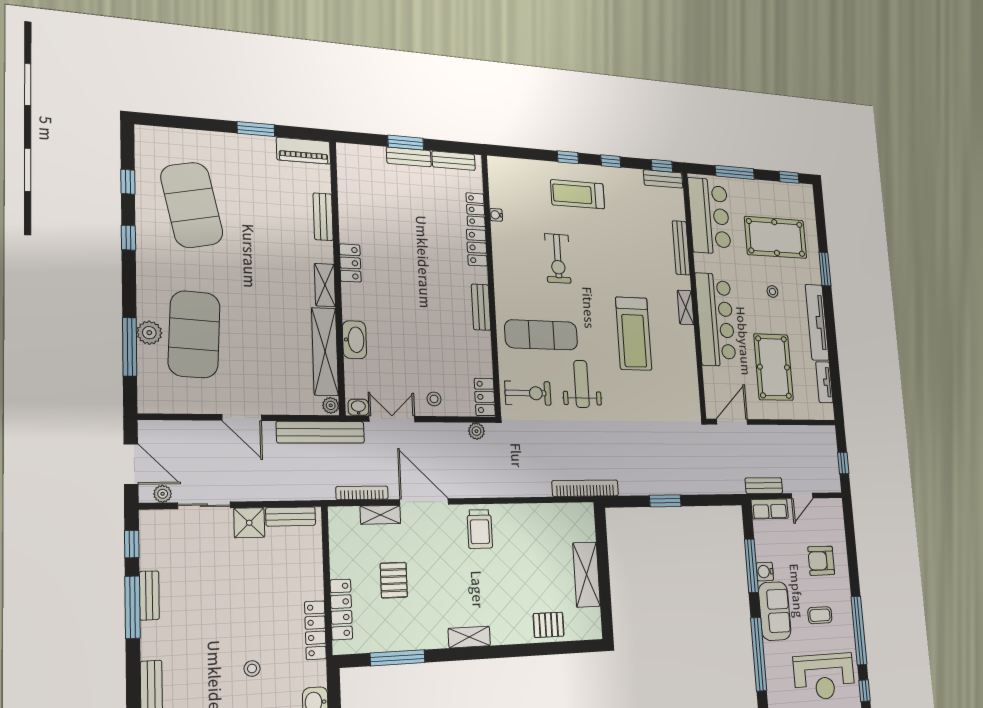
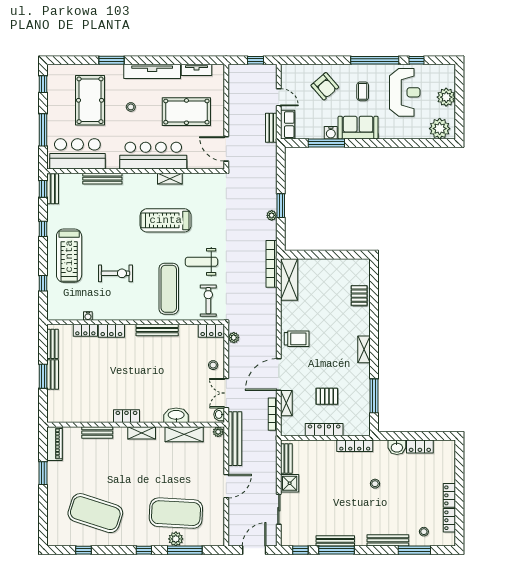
window: (568, 157) -> (43, 283), moved
treadmill: (578, 194) -> (69, 256), width x1.37, depth x1.38
exercise mat: (192, 205) -> (95, 513), turned 30
window: (128, 238) -> (144, 550), moved
bench: (481, 307) -> (157, 330), width x1.36
shelving: (686, 307) -> (170, 179), moved
treadmill: (634, 334) -> (166, 220), turned 180
shelving: (325, 351) -> (184, 434), width x0.68
plant: (163, 494) -> (272, 215), moved
armchair: (821, 561) -> (325, 86), turned -41
shelving: (586, 575) -> (289, 280), moved, turned 90
bench: (149, 595) -> (335, 541), width x1.36
locker: (341, 609) -> (324, 430), moved
window: (759, 654) -> (386, 143), removed

